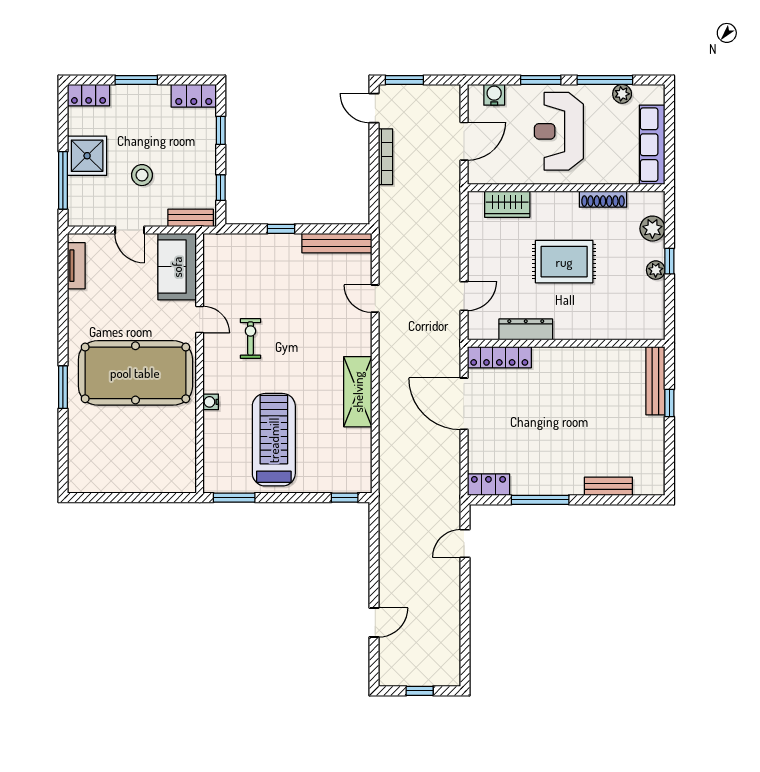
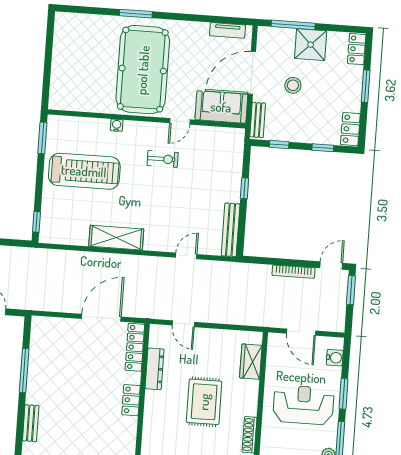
door: (130, 230) -> (252, 73), width x1.87
locker: (488, 485) -> (131, 400), moved, turned 180

